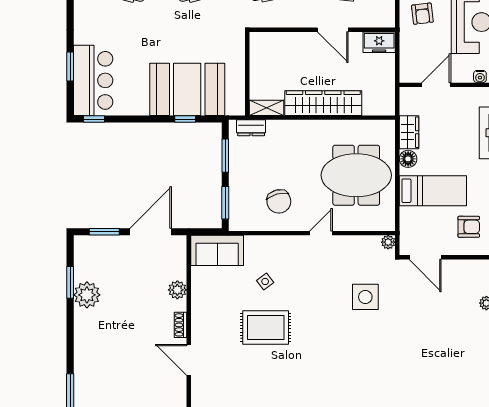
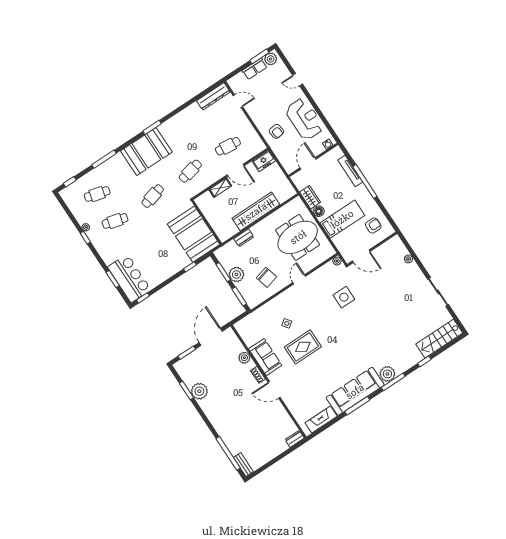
booth: (187, 89) -> (194, 234), moved, turned 90
shelving: (266, 108) -> (220, 188), moved
dresser: (251, 128) -> (244, 238), moved
plant: (241, 171) -> (236, 274), added
sofa: (217, 250) -> (265, 357), moved, turned -90

